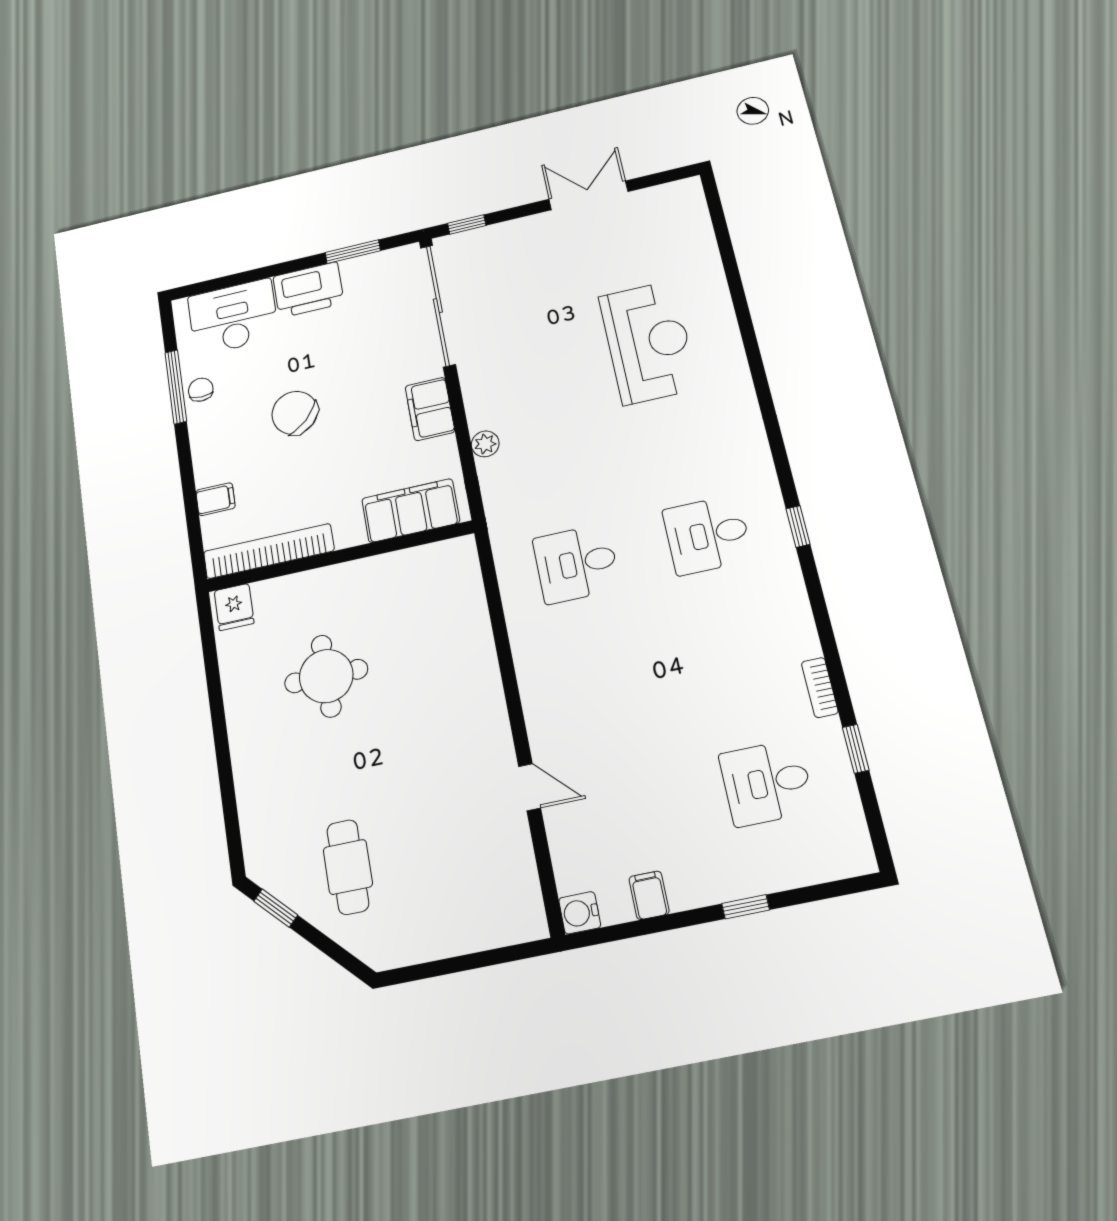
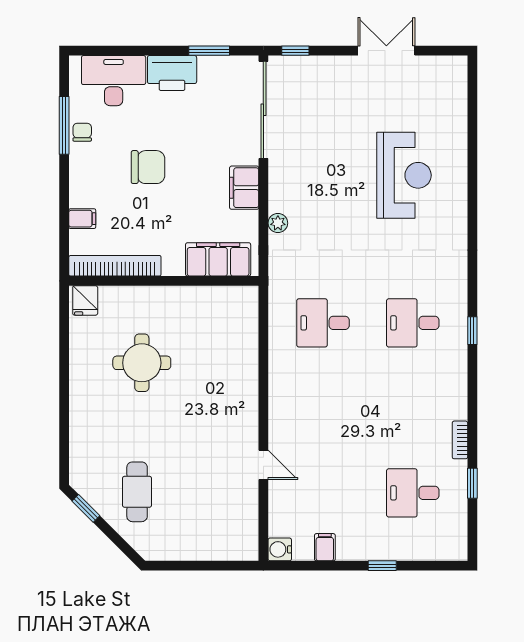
chair: (295, 413) -> (148, 167), turned 134

